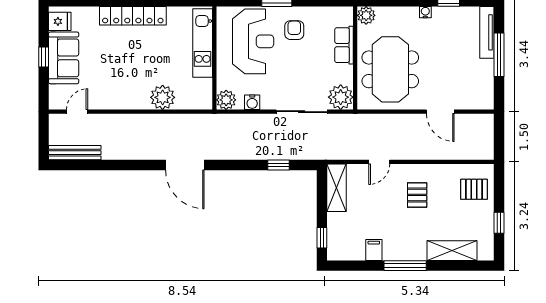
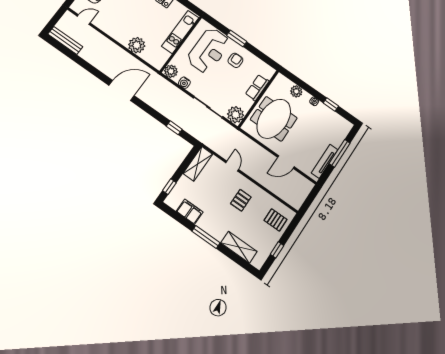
plant: (366, 15) -> (296, 91), moved
tv unit: (487, 32) -> (325, 161), moved
door: (440, 112) -> (286, 162), hinge flipped
door: (379, 162) -> (232, 166), swing flipped
door: (185, 165) -> (122, 91), swing flipped
filing cabinet: (374, 250) -> (190, 212), width x2.00

